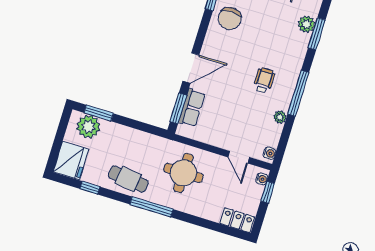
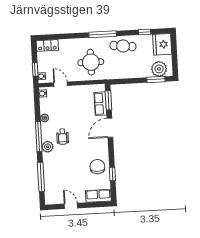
plant: (306, 24) -> (48, 147), moved
window: (317, 34) -> (41, 177), width x1.44

